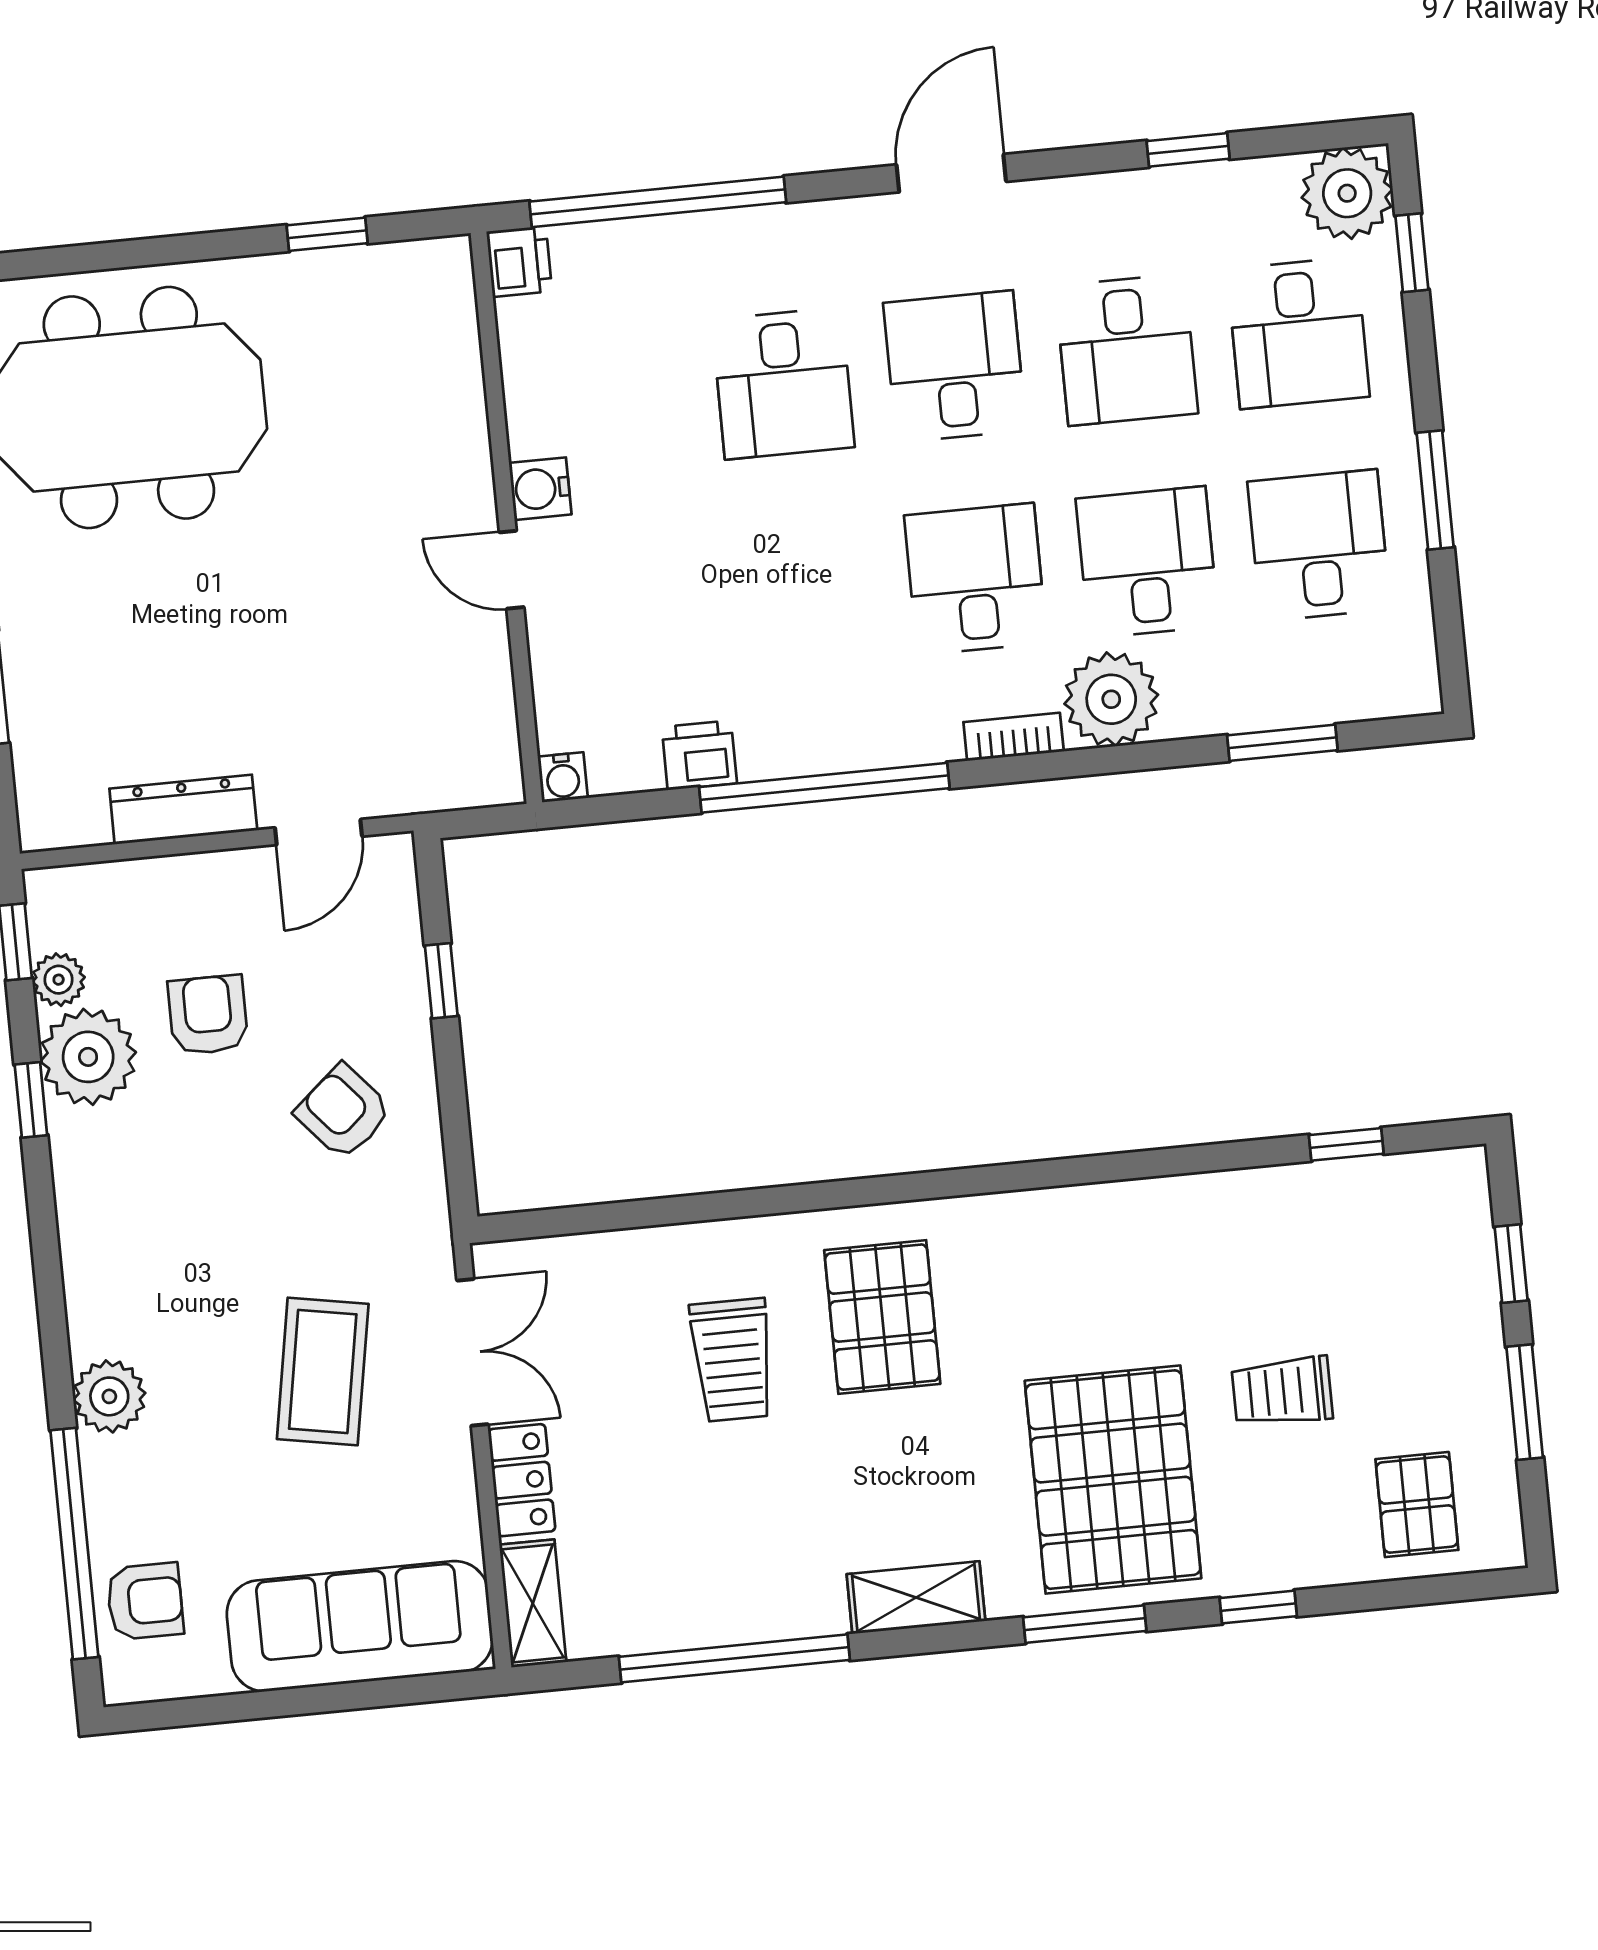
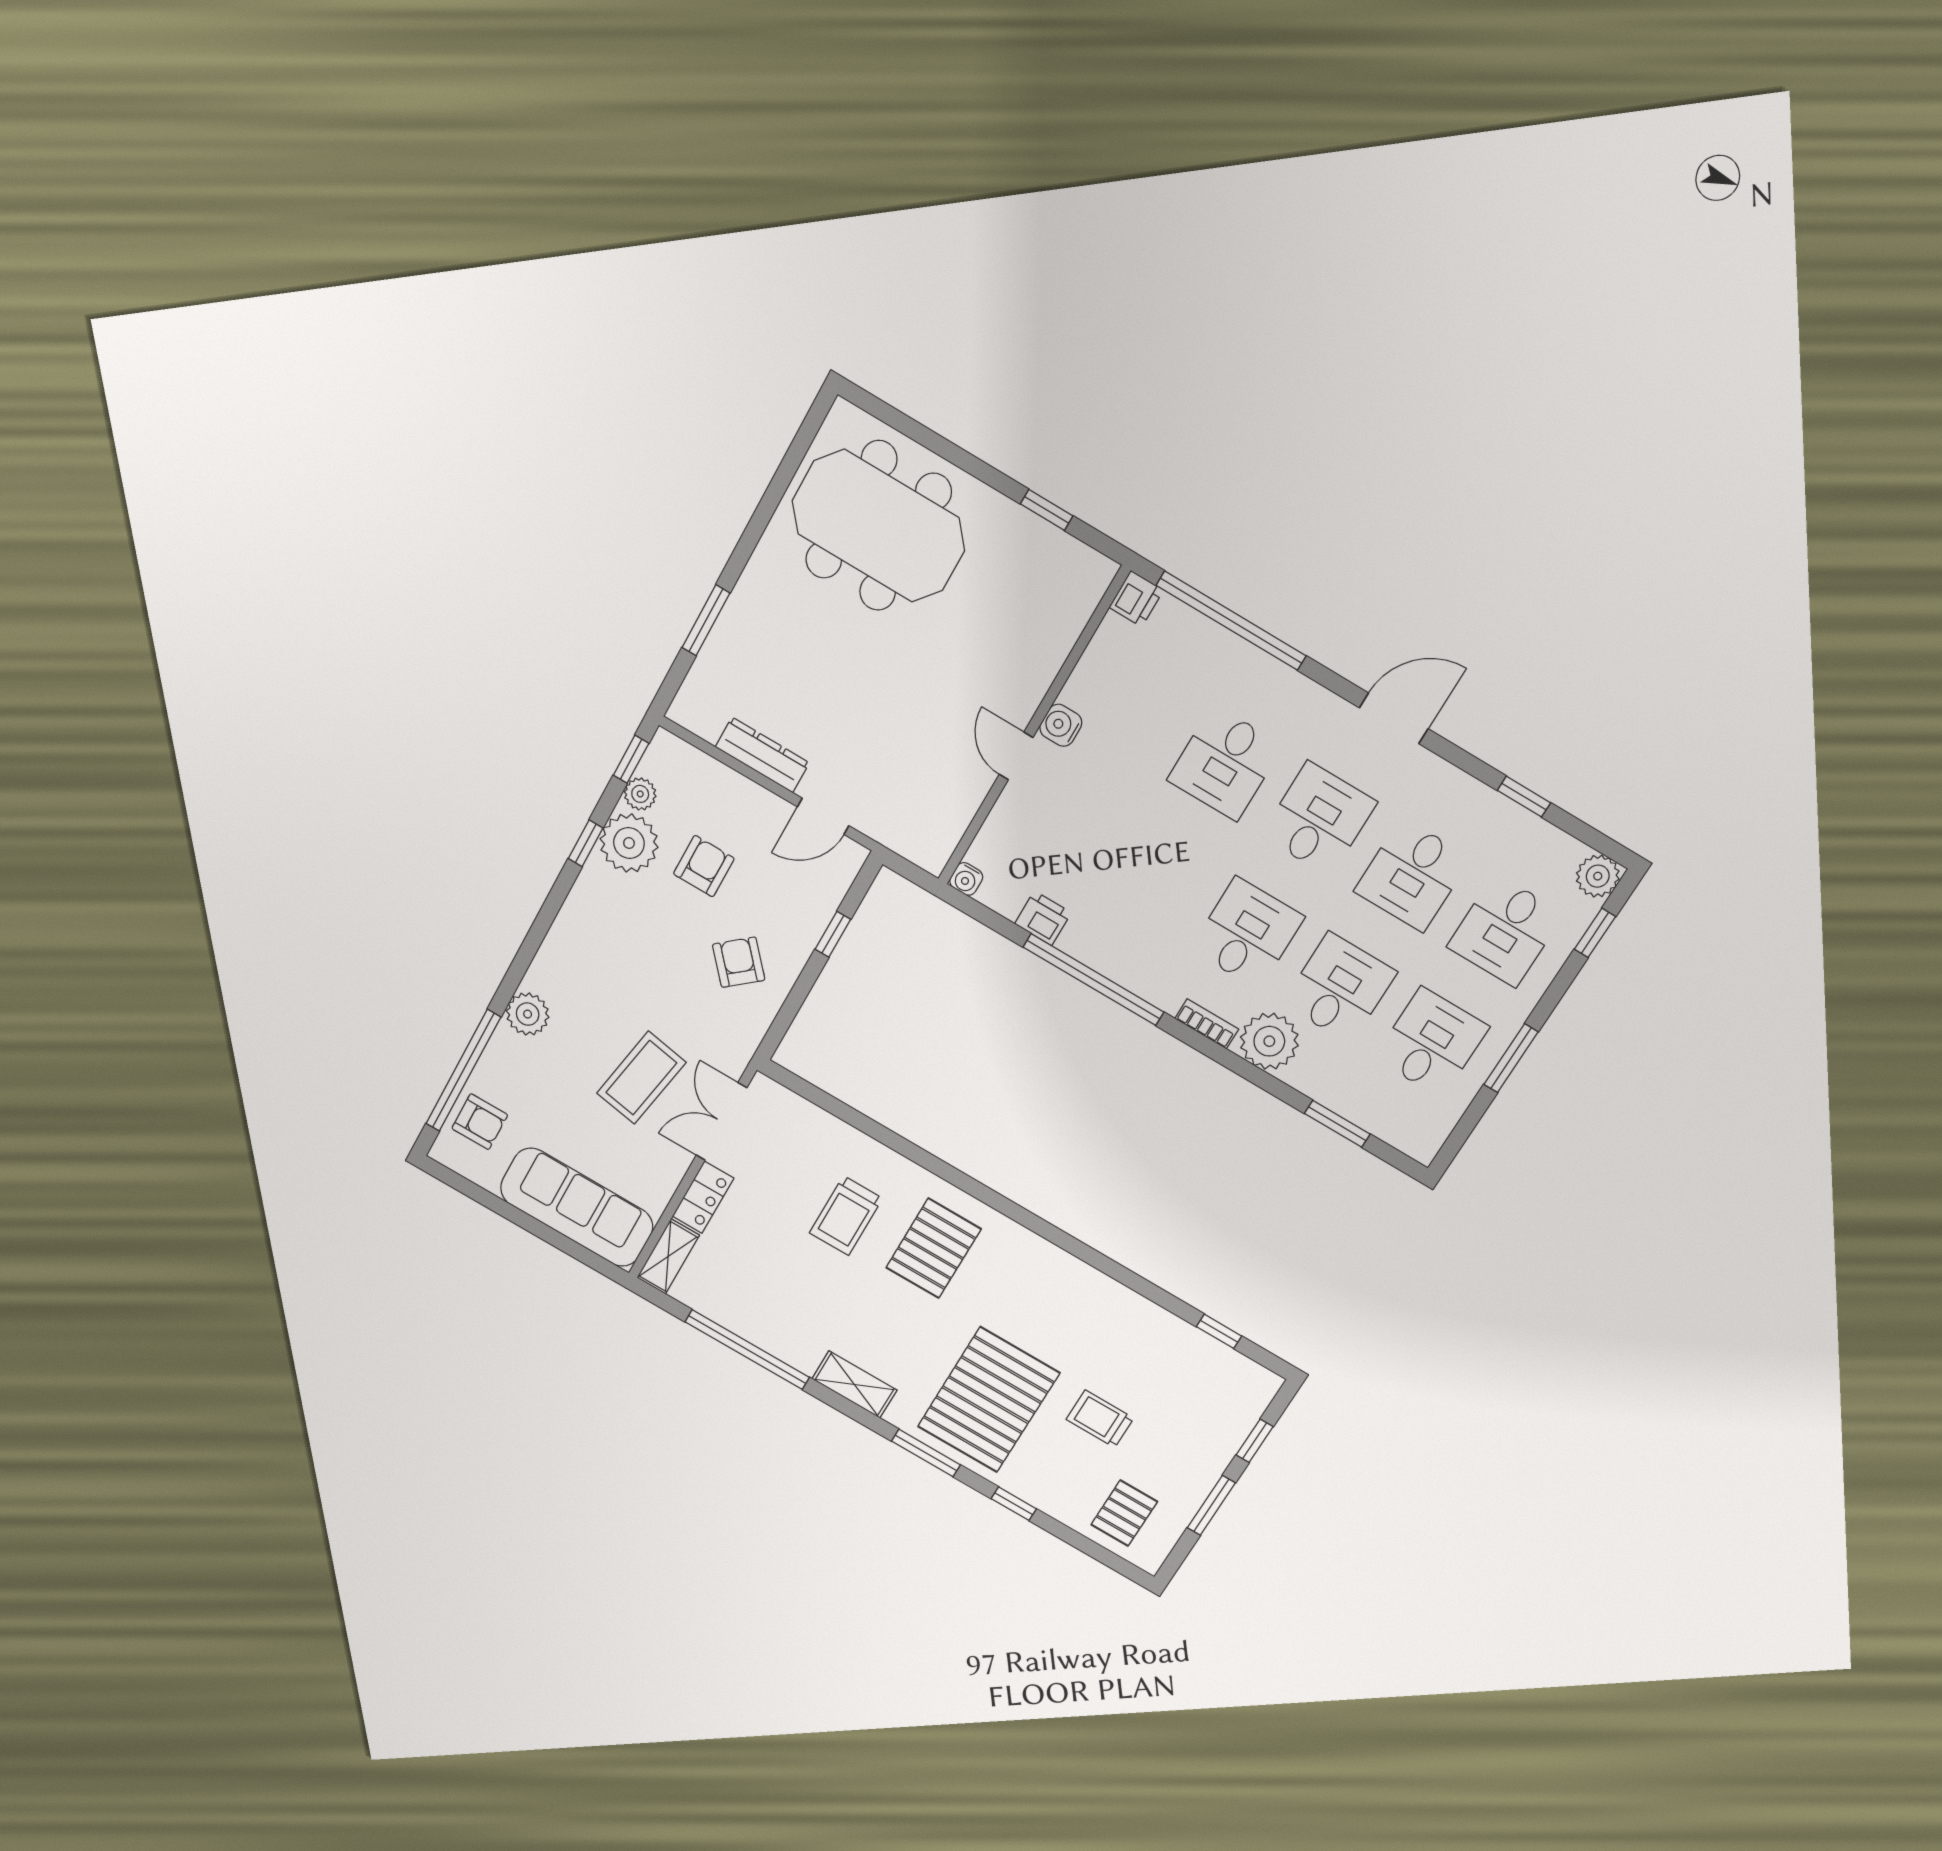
plant: (1347, 193) -> (1598, 876), width x0.73, depth x0.73
double door: (473, 1352) -> (721, 1121), swing flipped

